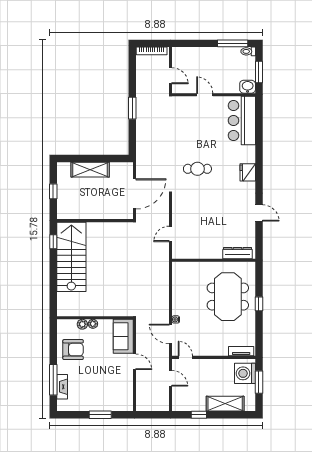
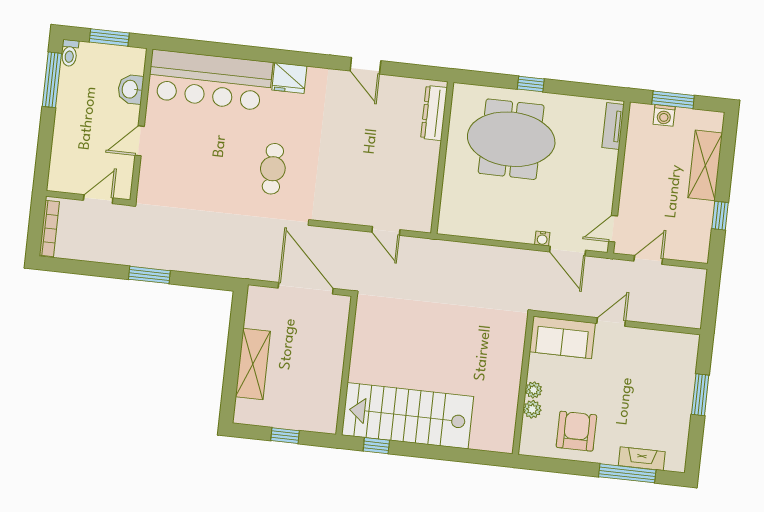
washbasin: (248, 87) -> (131, 89), moved
bar counter: (242, 121) -> (210, 80), width x1.36
door: (259, 213) -> (365, 66), swing flipped
door: (170, 334) -> (568, 251), hinge flipped
washing machine: (245, 373) -> (664, 115), width x0.53, depth x0.53

